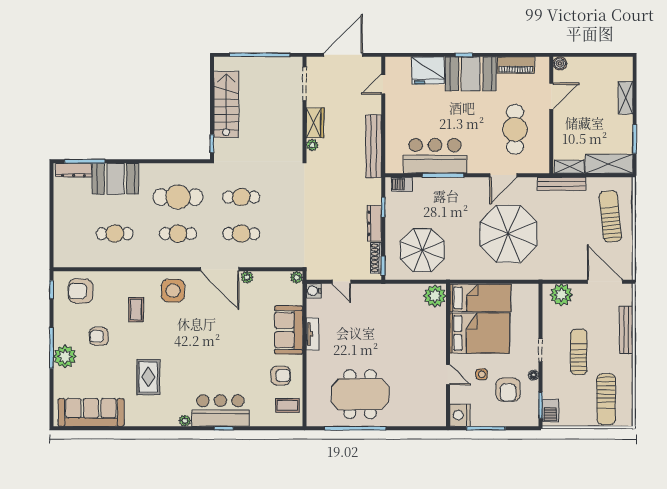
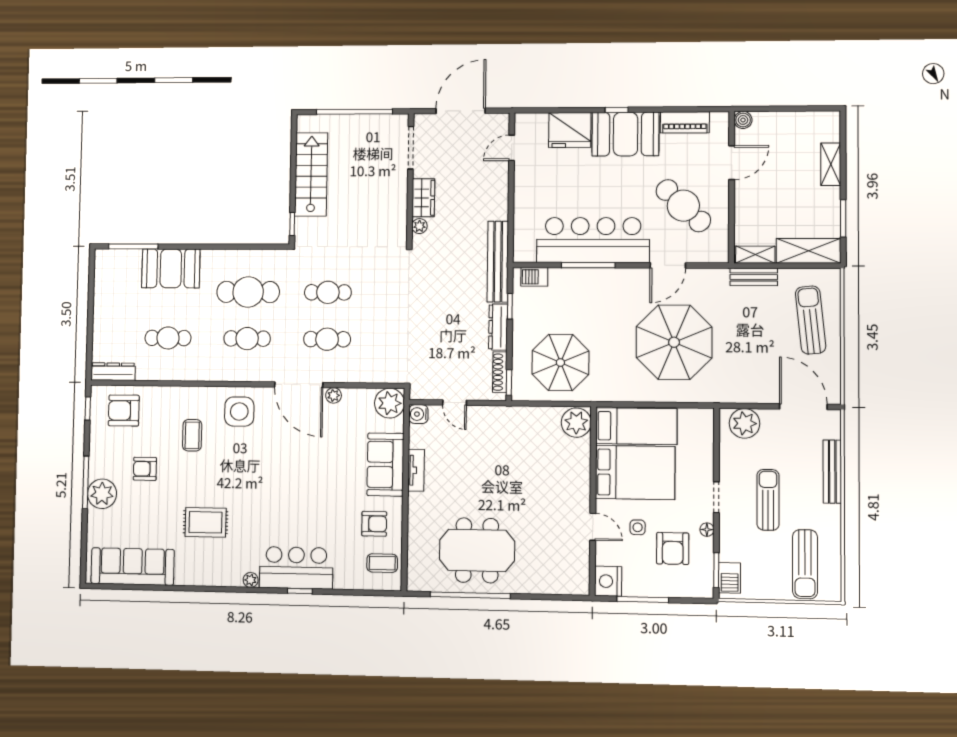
cafe table: (515, 129) -> (683, 206), turned -46
bench: (373, 146) -> (498, 262), moved
bar counter: (435, 156) -> (593, 240), width x1.36
dresser: (74, 170) -> (113, 372), moved, turned 180
bench: (562, 184) -> (754, 277), width x0.73
plant: (296, 277) -> (390, 403), width x1.88, depth x1.88
rug: (148, 377) -> (206, 522), turned 90

